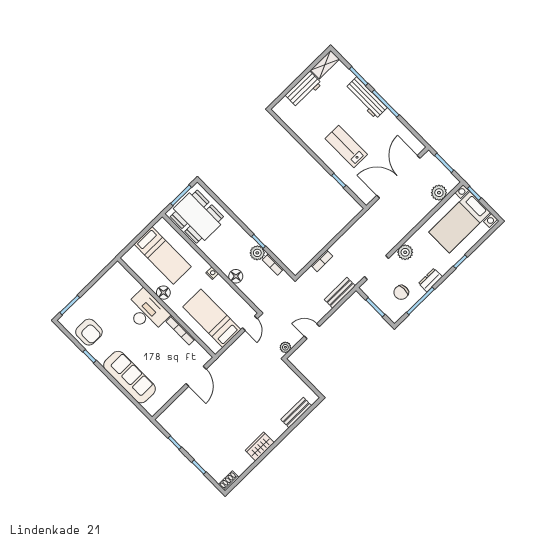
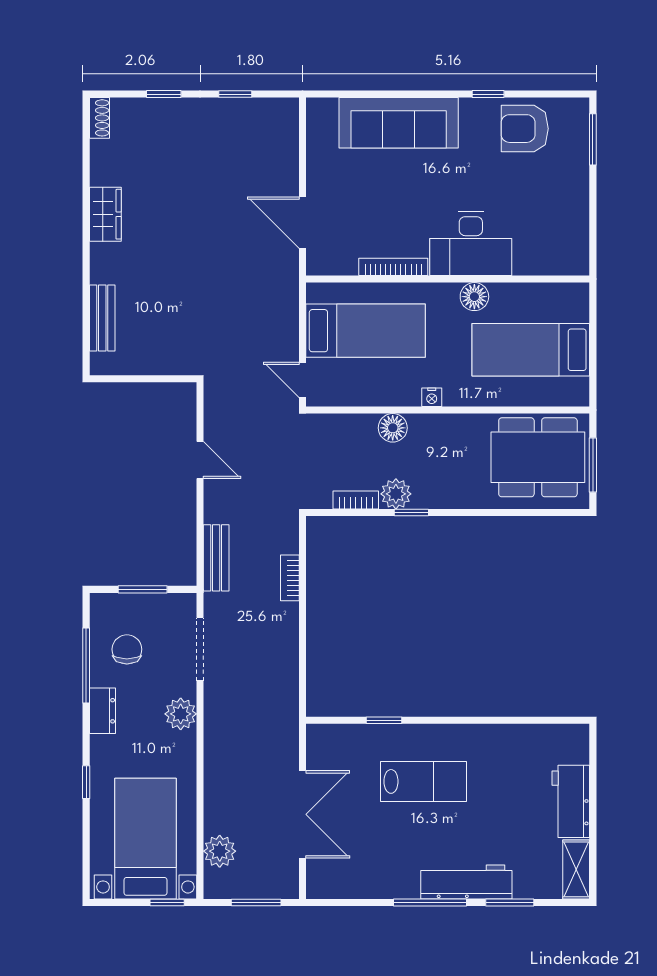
double door: (398, 177) -> (302, 814), width x0.73
door: (312, 331) -> (200, 460), hinge flipped
plant: (285, 347) -> (215, 397), removed

